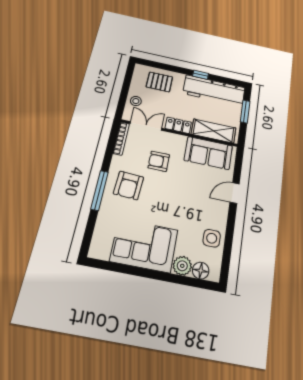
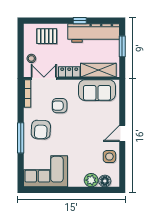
door: (235, 193) -> (122, 133), moved
corner sofa: (144, 246) -> (46, 171), moved

